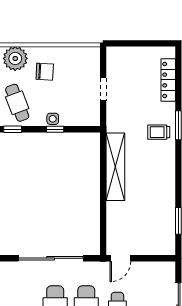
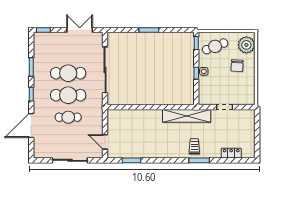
locker: (168, 80) -> (231, 153), width x0.66
shelving: (115, 167) -> (187, 116), moved
door: (120, 258) -> (105, 142), moved

